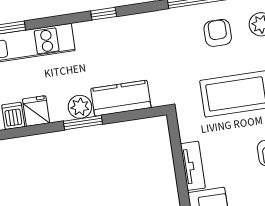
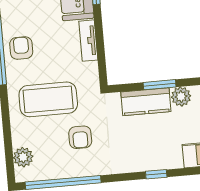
armchair: (218, 33) -> (80, 137), moved
window: (83, 123) -> (160, 85), moved

